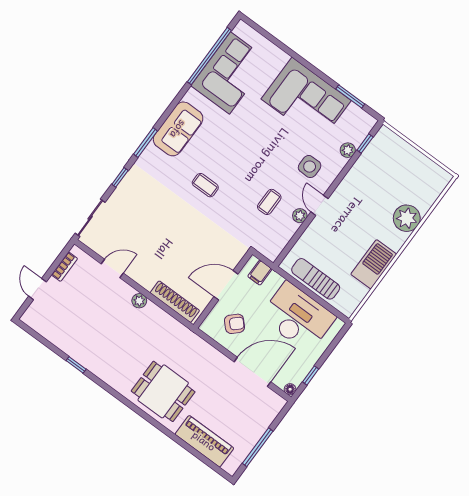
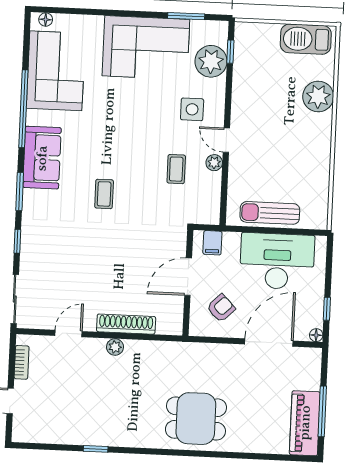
floor lamp: (247, 31) -> (46, 20), added
window: (209, 56) -> (23, 109), moved
plant: (348, 150) -> (211, 61), width x1.88, depth x1.88
coffee table: (205, 185) -> (104, 194), turned 90
barbecue: (374, 264) -> (306, 39), moved, turned -90
shoe rack: (175, 302) -> (126, 324), moved
piano: (204, 441) -> (305, 423), moved, turned -90

